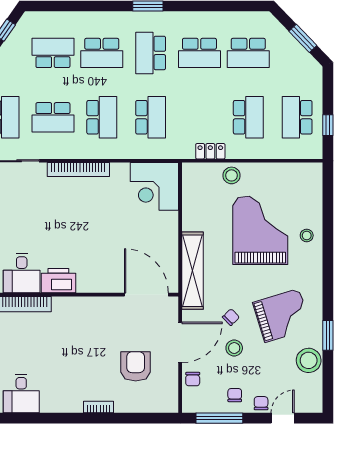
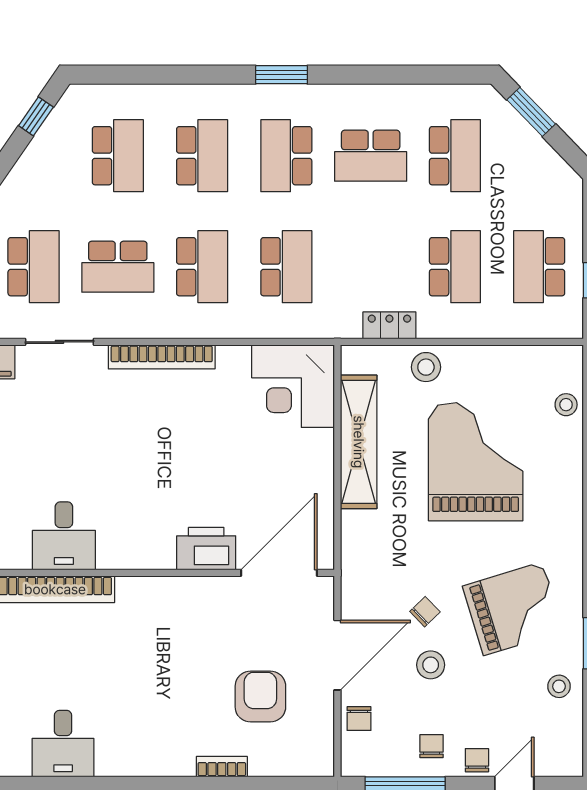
window: (303, 38) -> (531, 112), moved
school desk: (53, 53) -> (118, 156), turned 90
school desk: (102, 53) -> (202, 156), turned -90
school desk: (248, 53) -> (455, 156), turned -90
stool: (307, 235) -> (566, 405), moved
shelving: (192, 271) -> (359, 442), moved
printer: (58, 281) -> (206, 549), moved
door: (146, 295) -> (279, 573), hinge flipped
stool: (309, 360) -> (559, 686), width x0.53, depth x0.53
bookcase: (99, 407) -> (222, 767), moved

